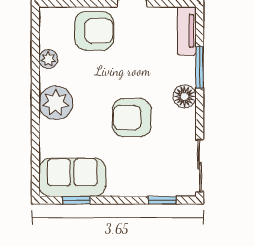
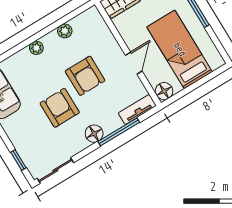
armchair: (94, 31) -> (85, 76), moved
window: (200, 67) -> (119, 132), width x1.44
plant: (56, 103) -> (36, 48), width x0.53, depth x0.53

